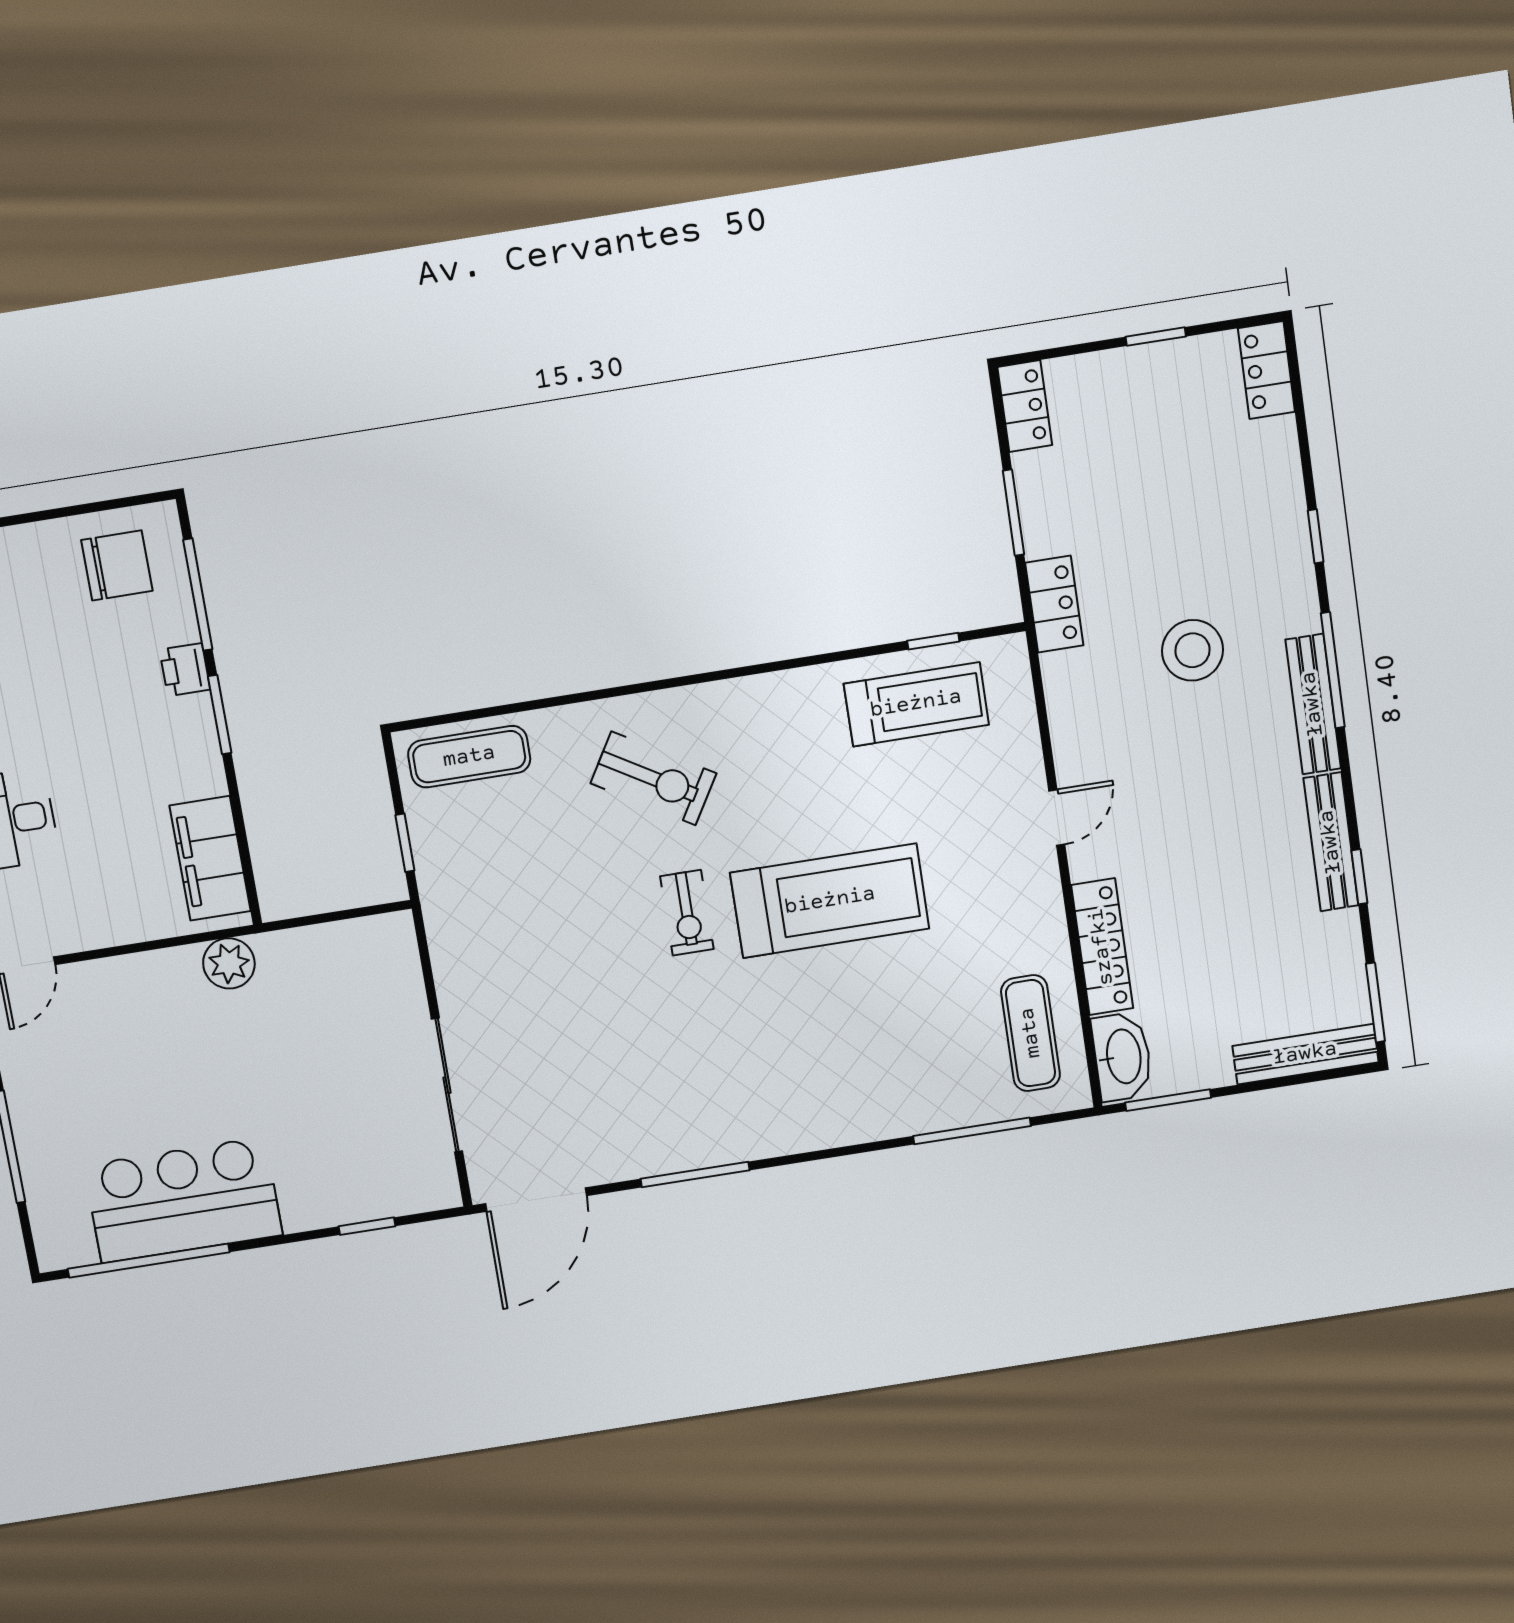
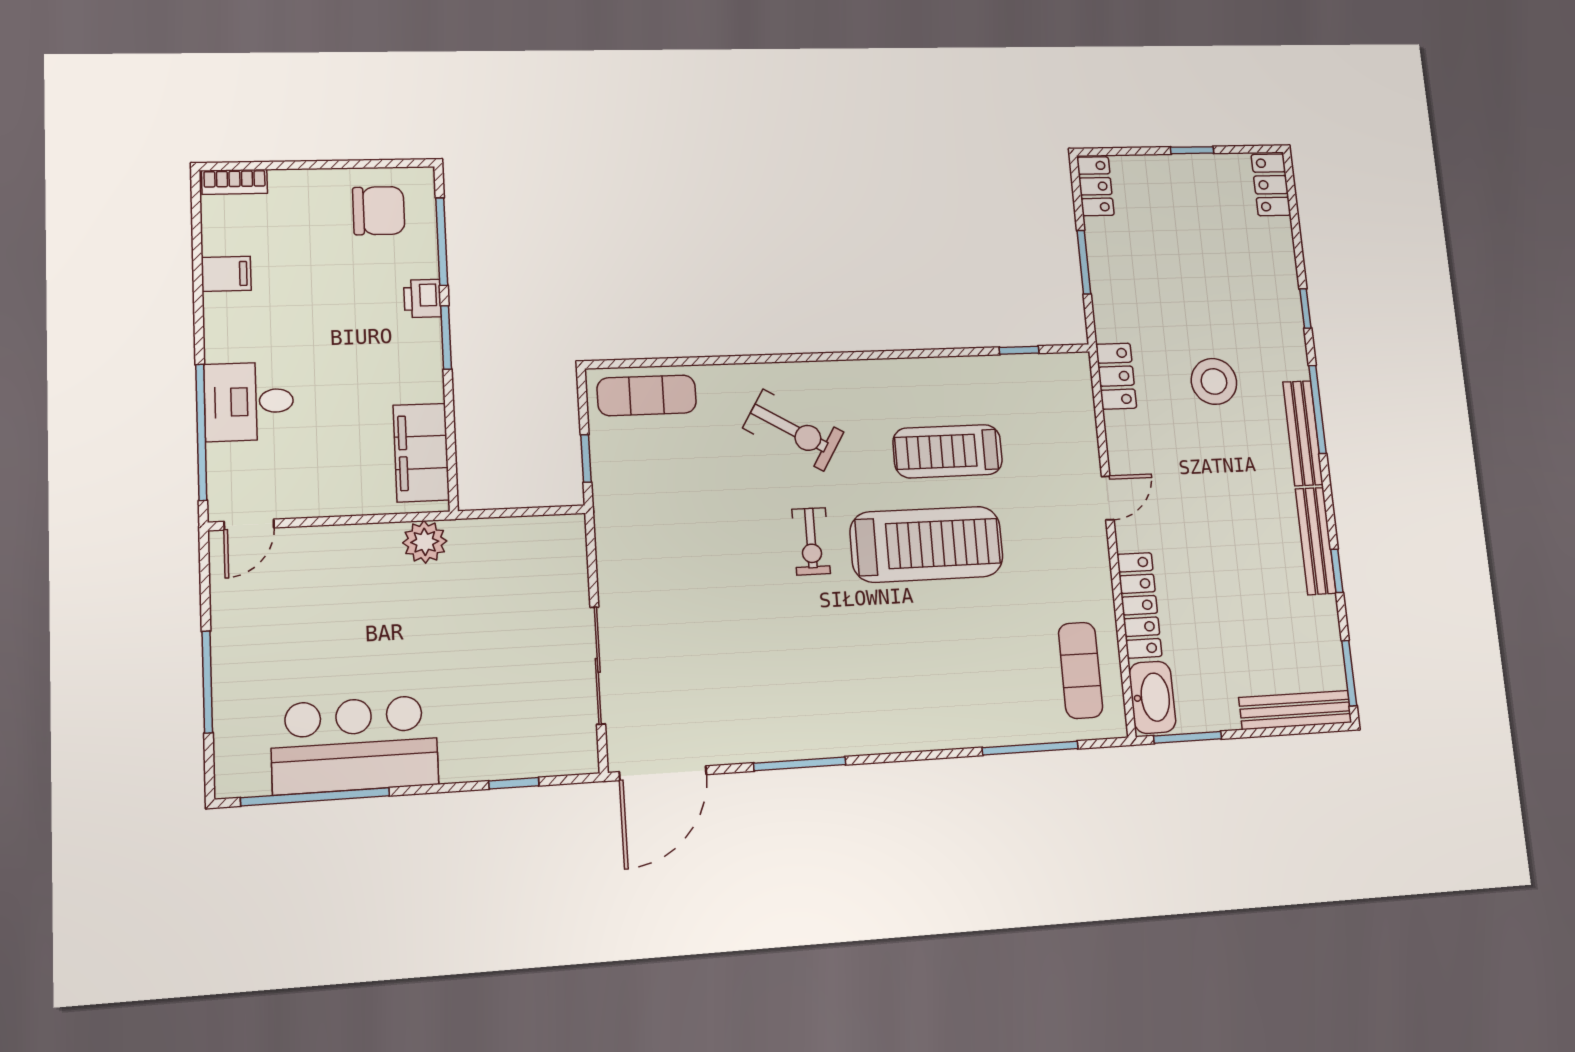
locker: (1054, 604) -> (1116, 376), moved
treadmill: (916, 704) -> (948, 451), moved, turned 180

